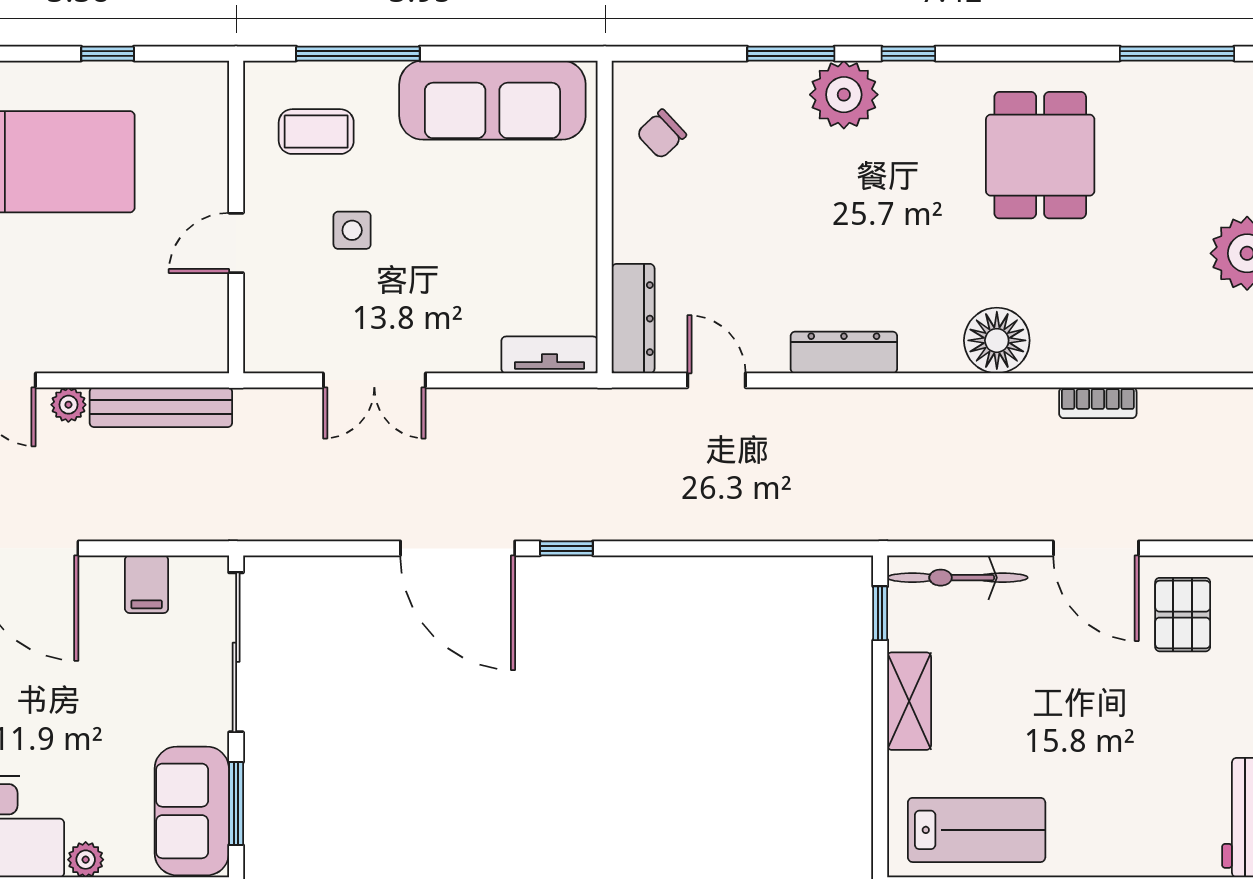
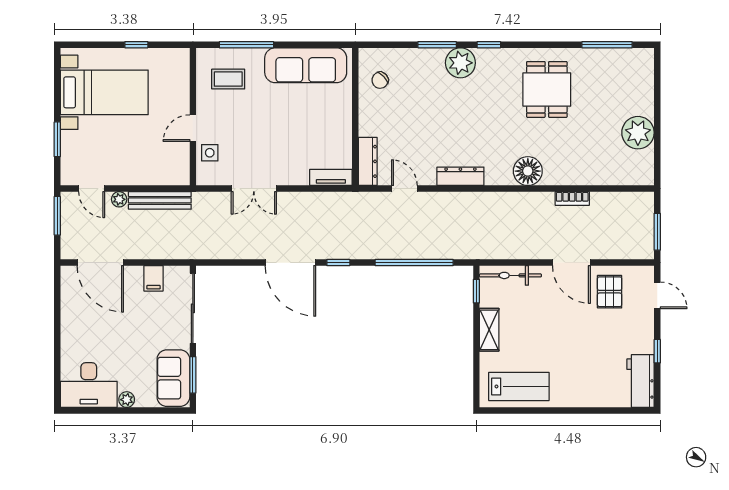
side table: (352, 230) -> (210, 153), moved
window: (739, 548) -> (414, 263), added

